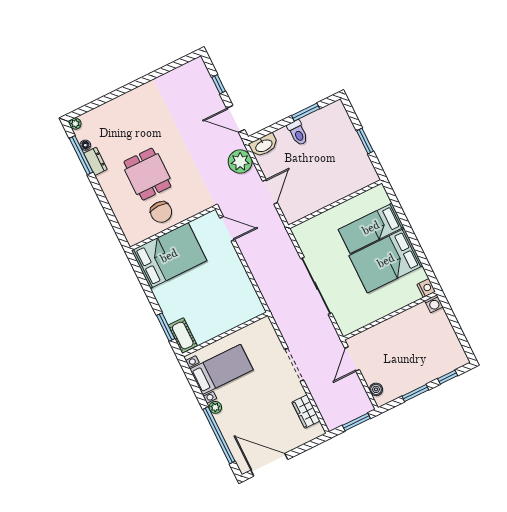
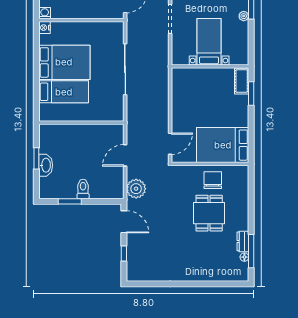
plant: (75, 124) -> (244, 277), removed
washbasin: (264, 145) -> (46, 165), moved, turned 90
door: (227, 229) -> (170, 144), swing flipped
bed with nightstands: (222, 369) -> (209, 42), moved, turned 90

